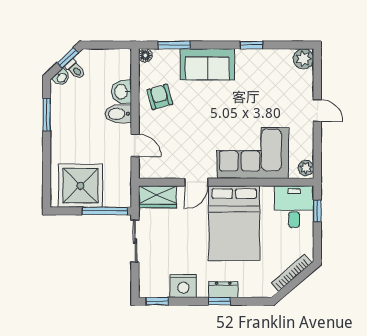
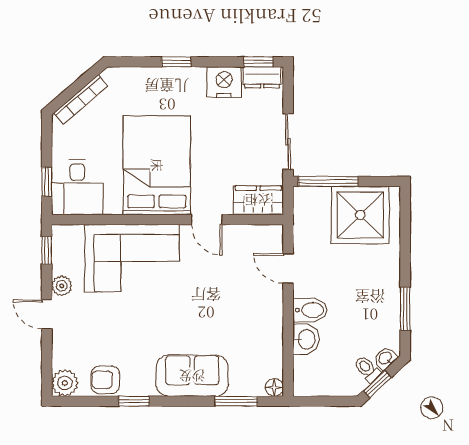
armchair: (160, 97) -> (105, 380), moved, turned 106
window: (317, 159) -> (47, 250), added
plant: (306, 168) -> (62, 286), moved
door: (196, 182) -> (207, 220), swing flipped
dresser: (223, 290) -> (262, 77), moved

